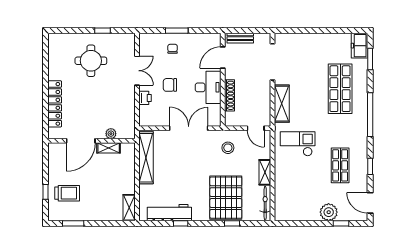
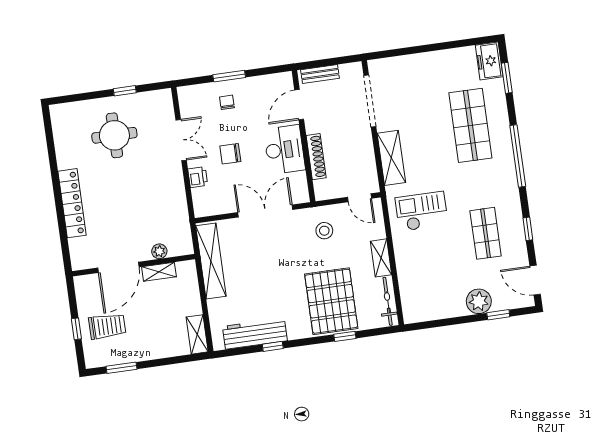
plant: (111, 134) -> (159, 251), moved
door: (81, 141) -> (118, 267), moved
wall: (92, 141) -> (134, 265), moved
shelving: (109, 148) -> (159, 272), moved

